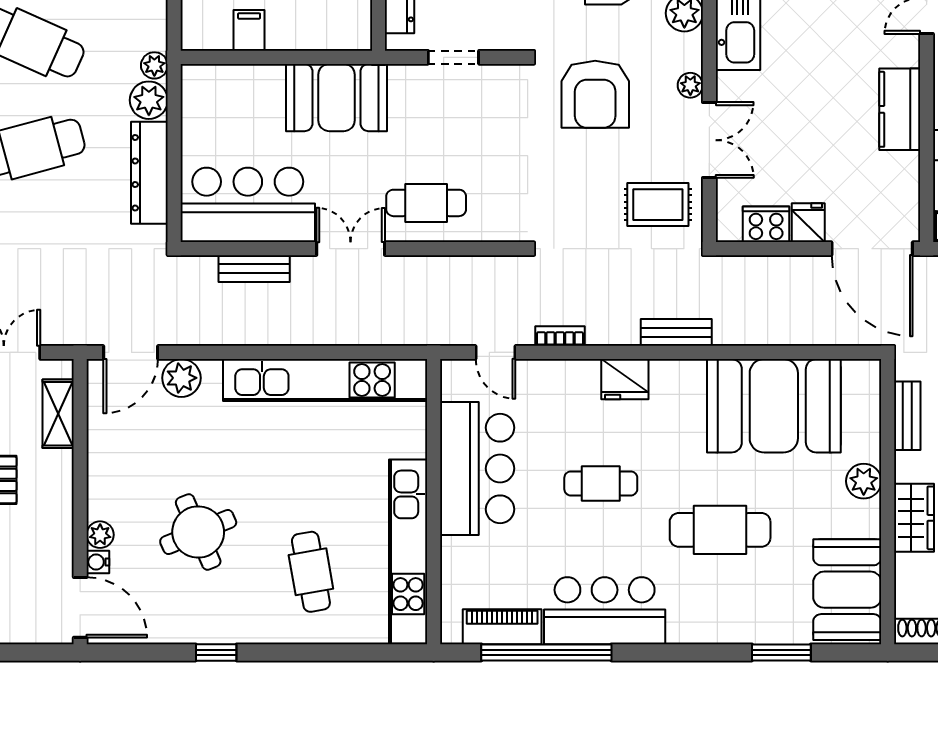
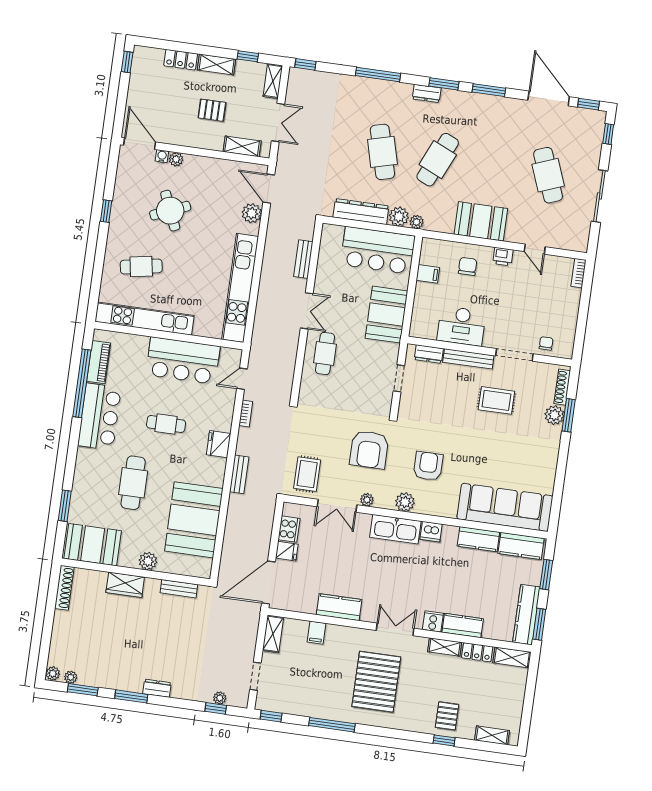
armchair: (595, 94) -> (369, 450), turned -90
bar counter: (248, 205) -> (378, 250), moved, turned 90
cafe table: (601, 483) -> (166, 424), turned 90
door: (80, 607) -> (140, 144), swing flipped

